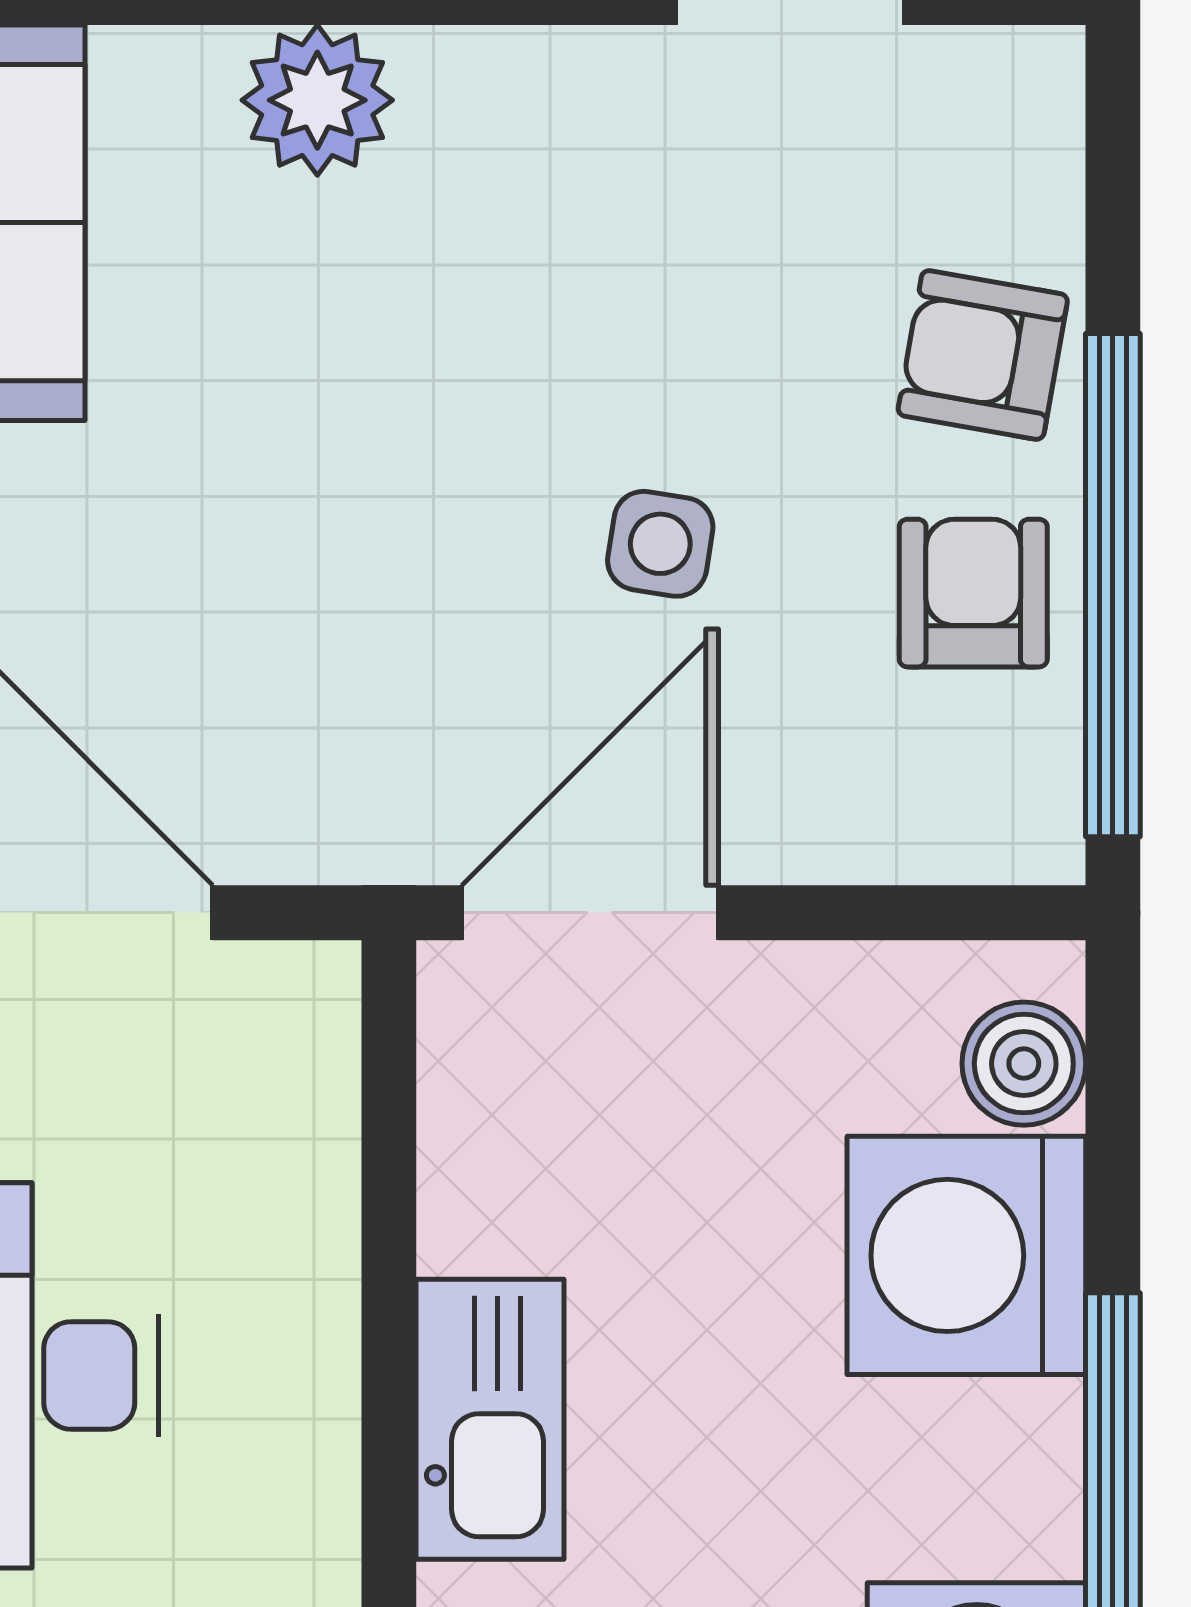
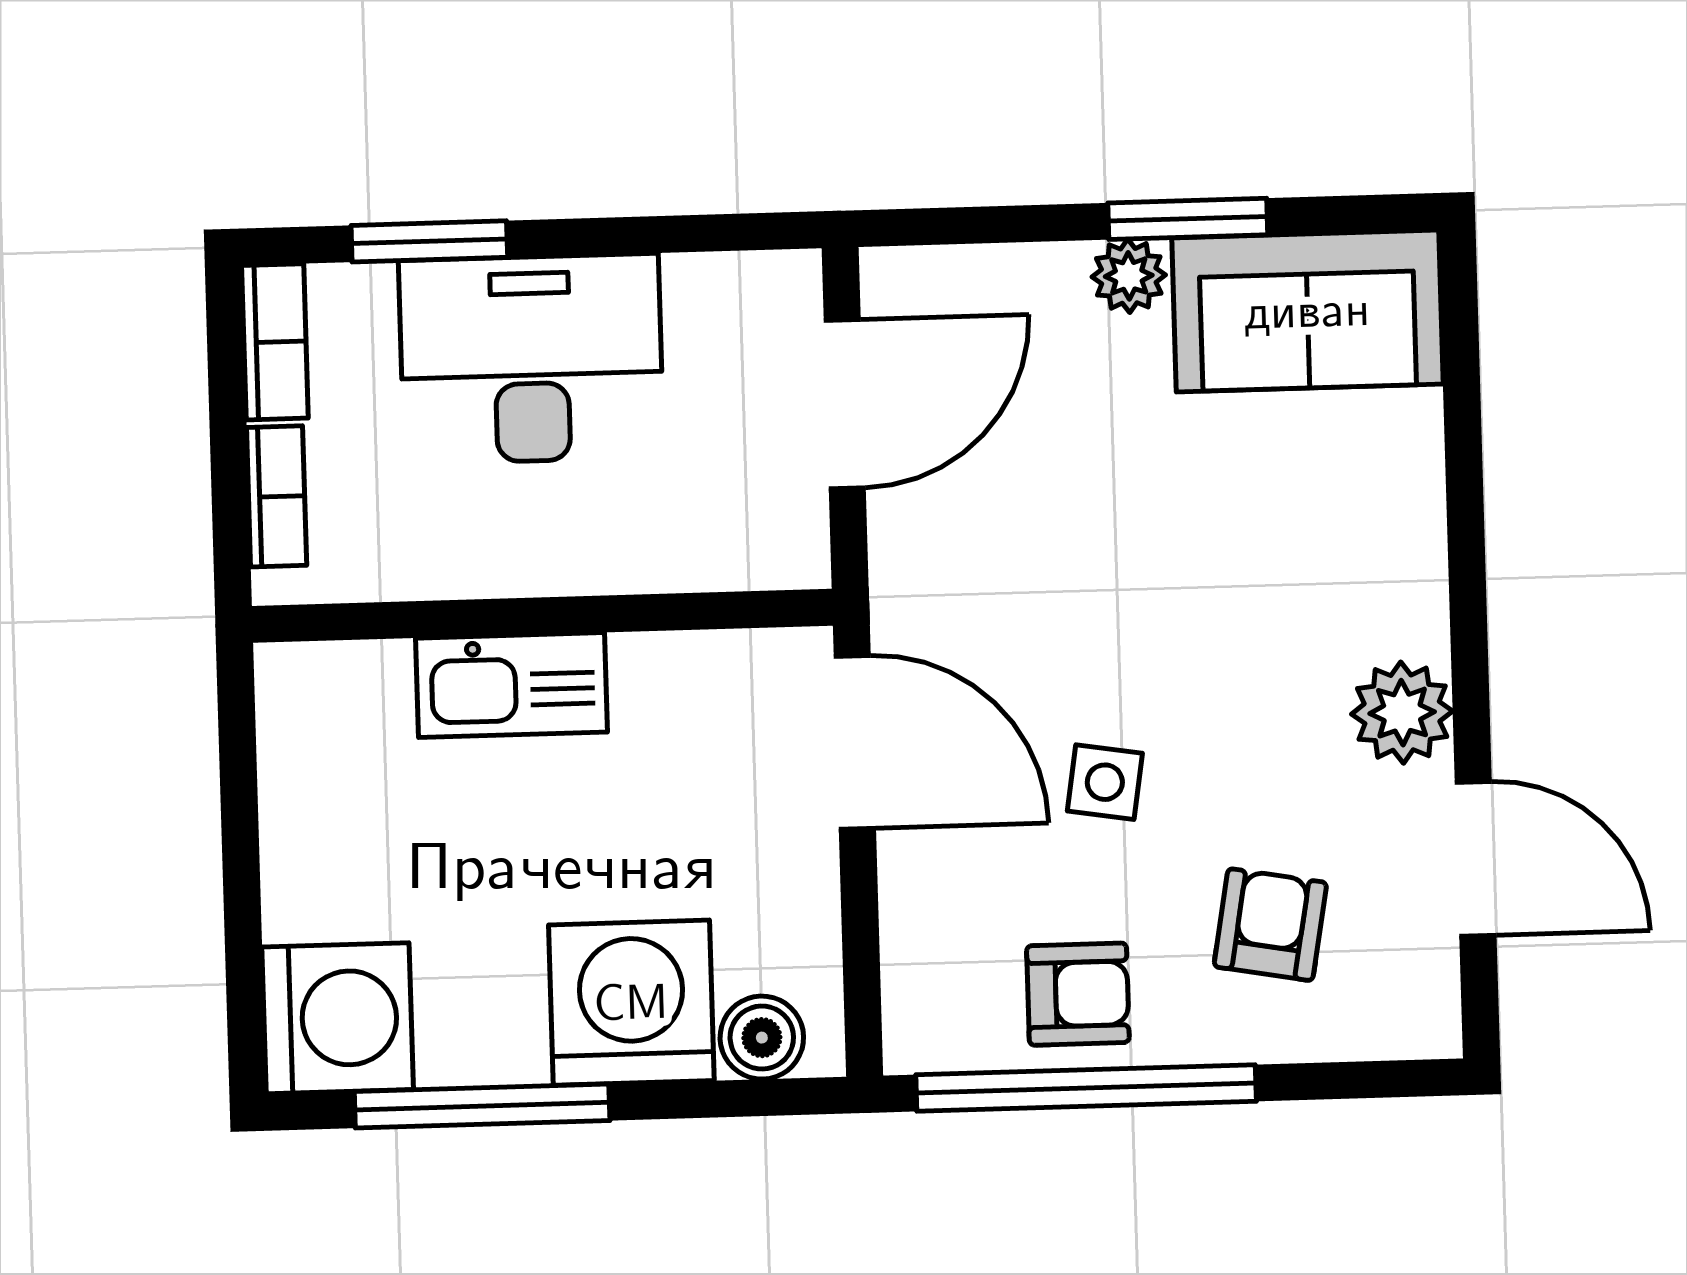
plant: (317, 100) -> (1402, 713), moved
armchair: (983, 355) -> (1270, 925), moved

